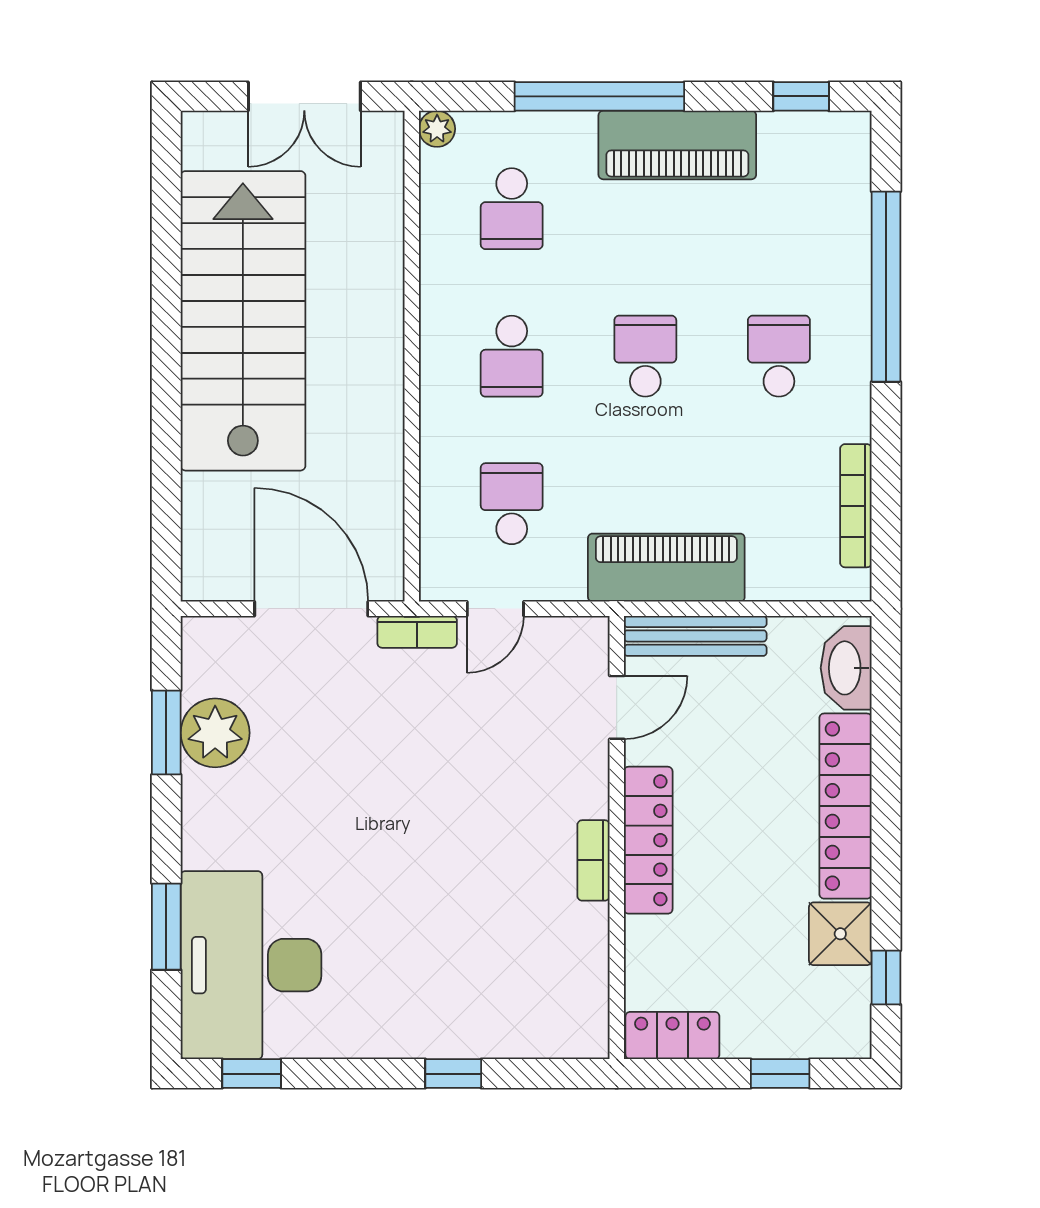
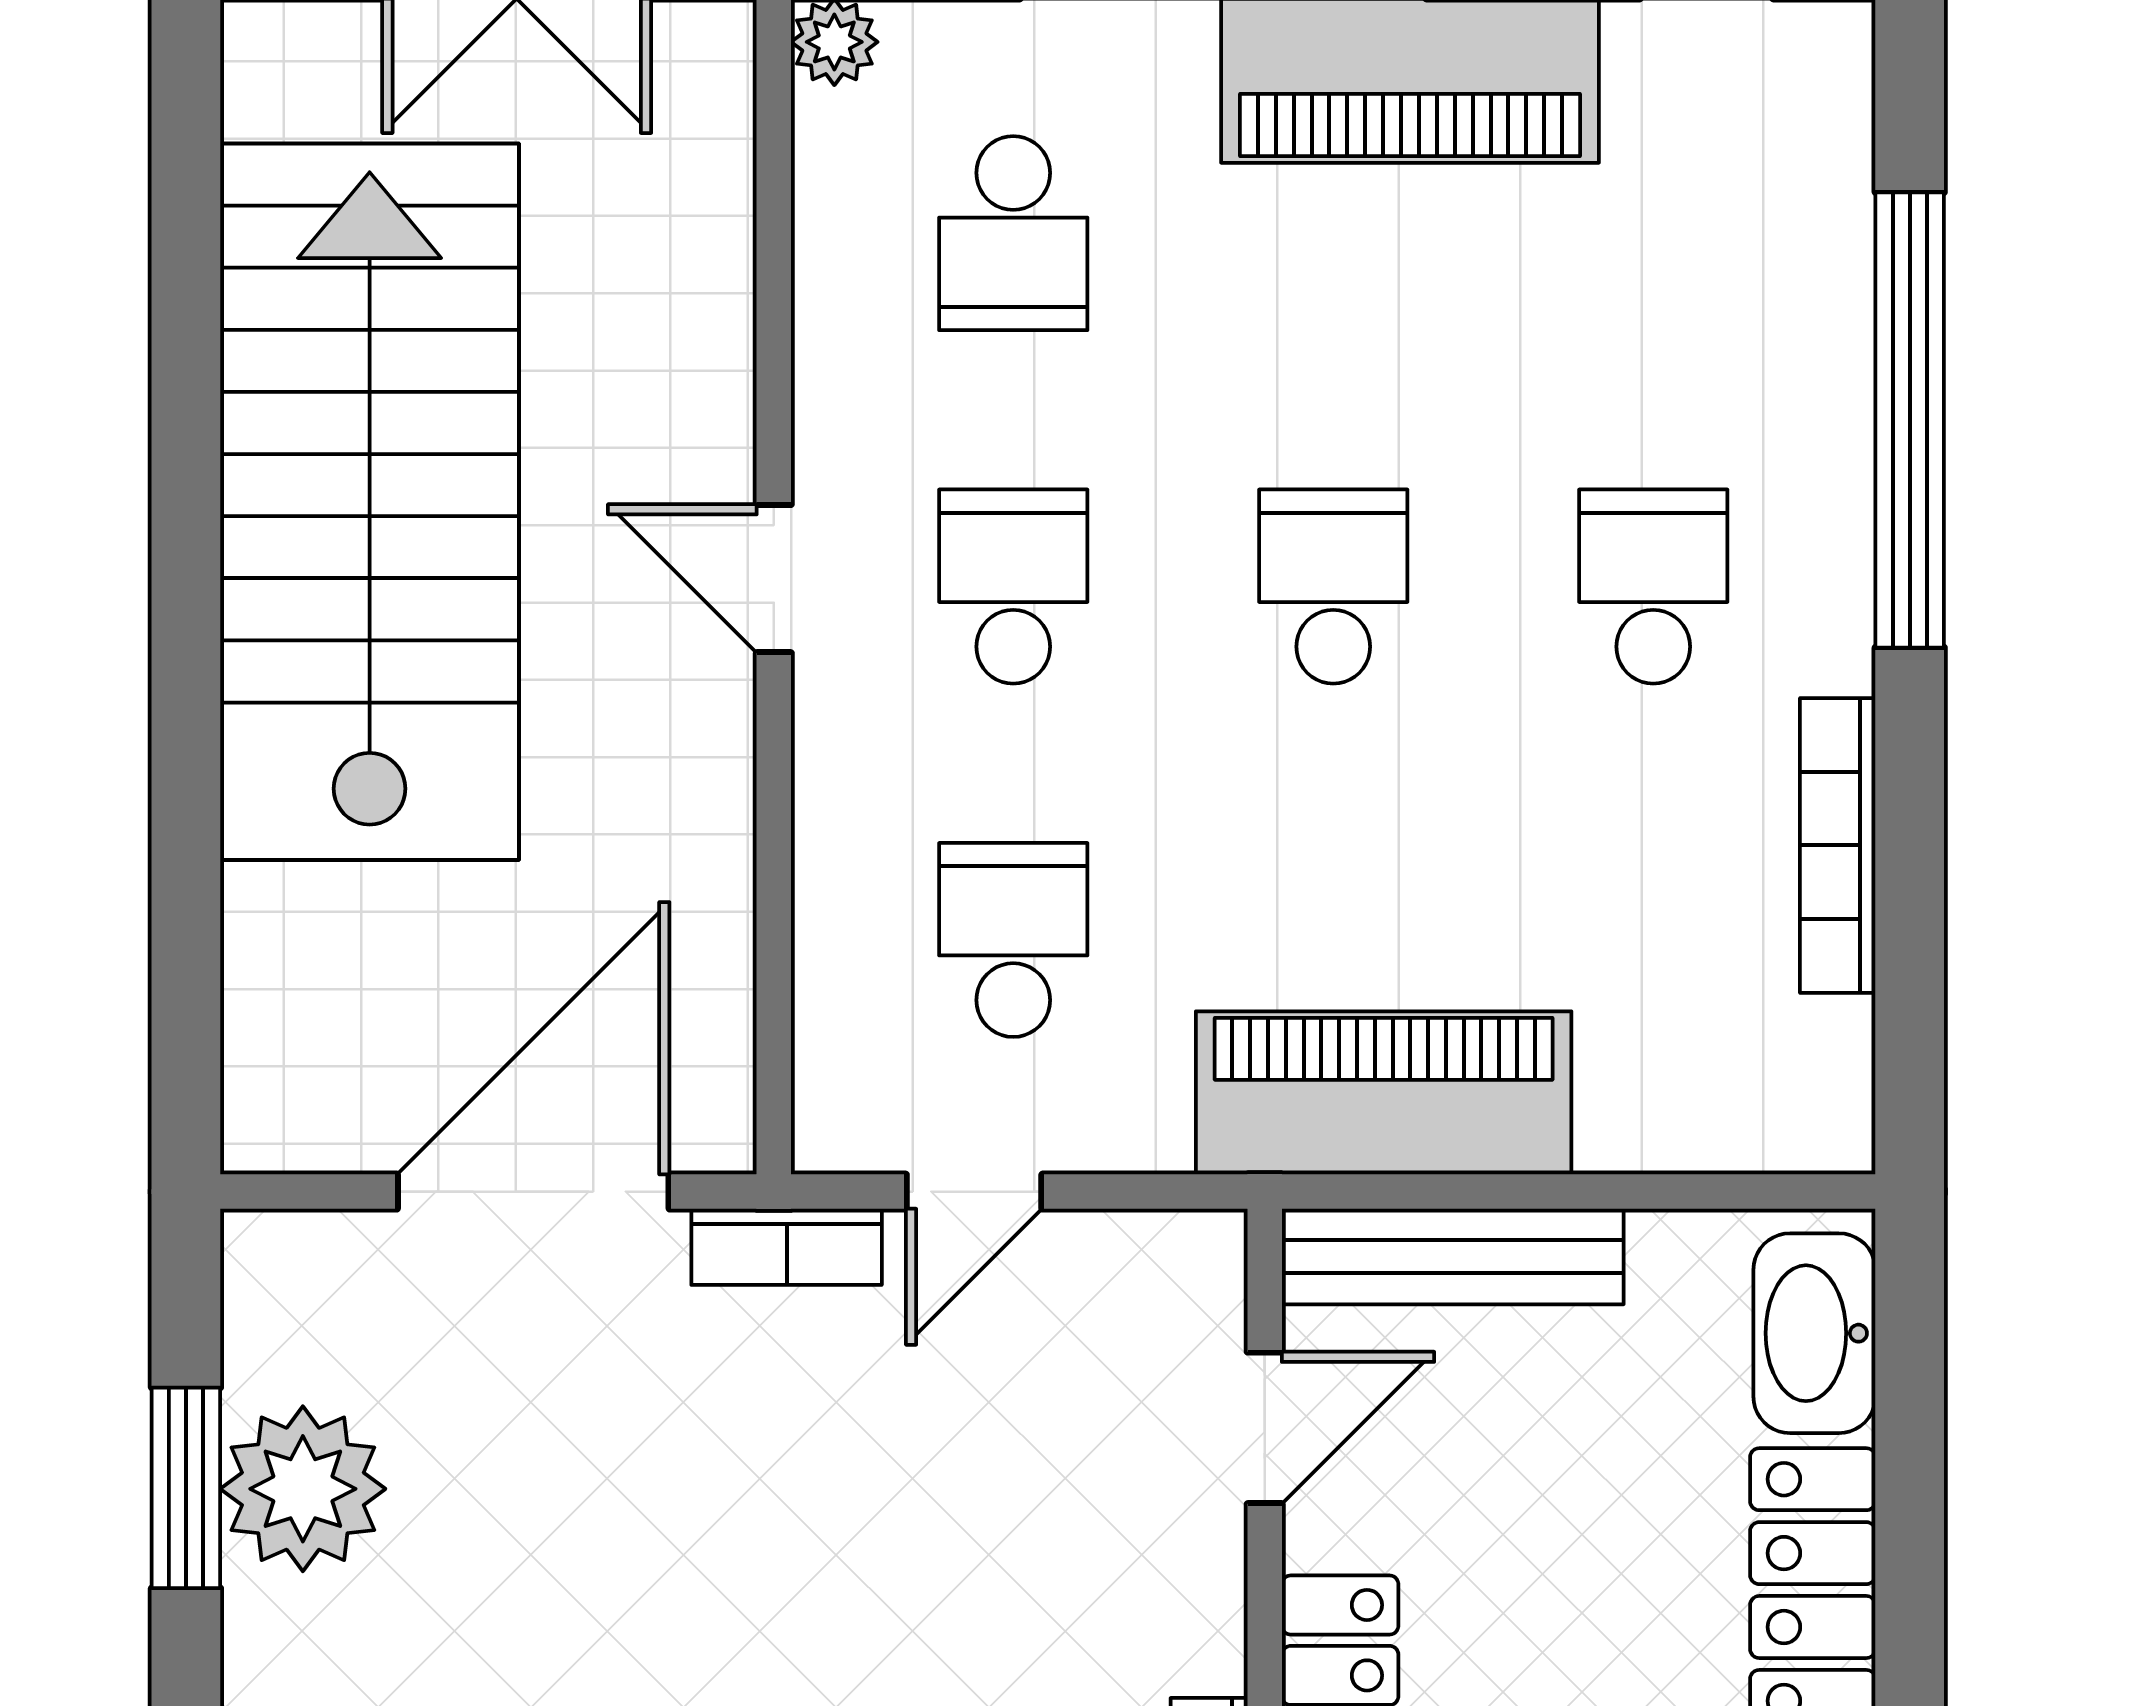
door: (412, 353) -> (774, 579), added
school desk: (512, 356) -> (1013, 587), turned 180
bookcase: (856, 506) -> (1838, 845), moved
door: (311, 609) -> (533, 1192), hinge flipped

